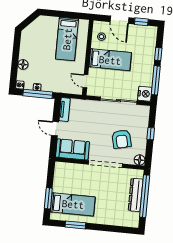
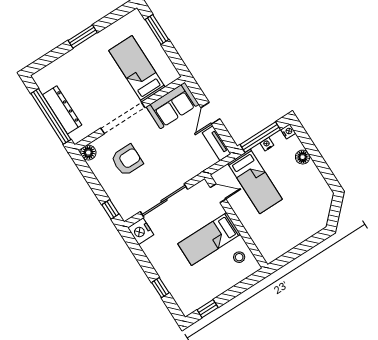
door: (119, 20) -> (234, 292), removed
bed: (67, 39) -> (255, 181), moved, turned 180
window: (156, 80) -> (140, 256), removed
door: (55, 129) -> (210, 113), swing flipped
window: (151, 134) -> (110, 209), moved
armchair: (122, 139) -> (127, 160), turned 104
bed: (73, 204) -> (137, 69), moved, turned 90
window: (75, 225) -> (83, 36), moved

